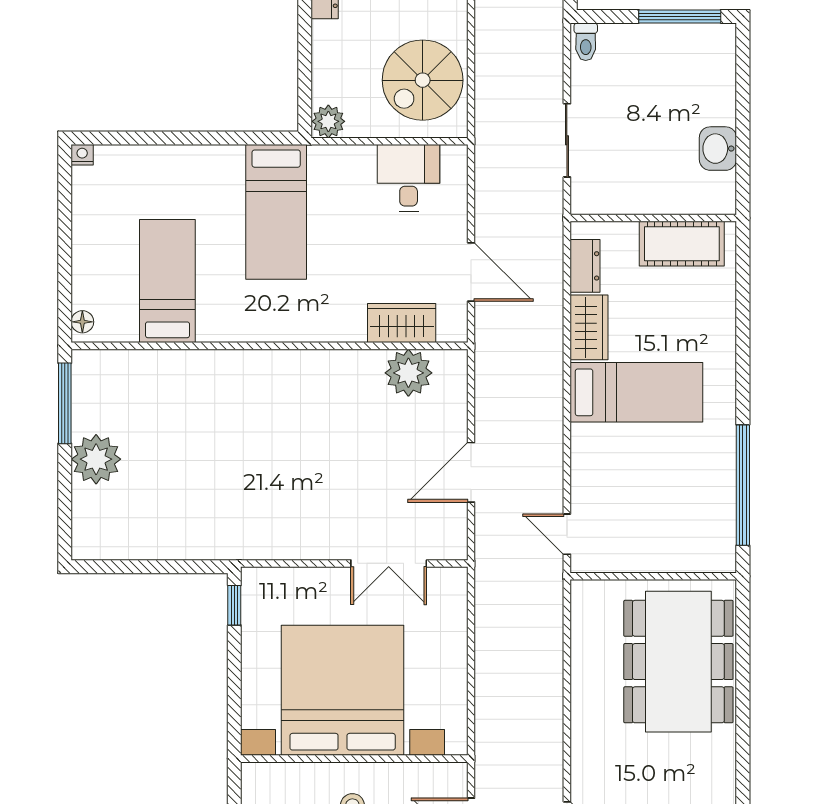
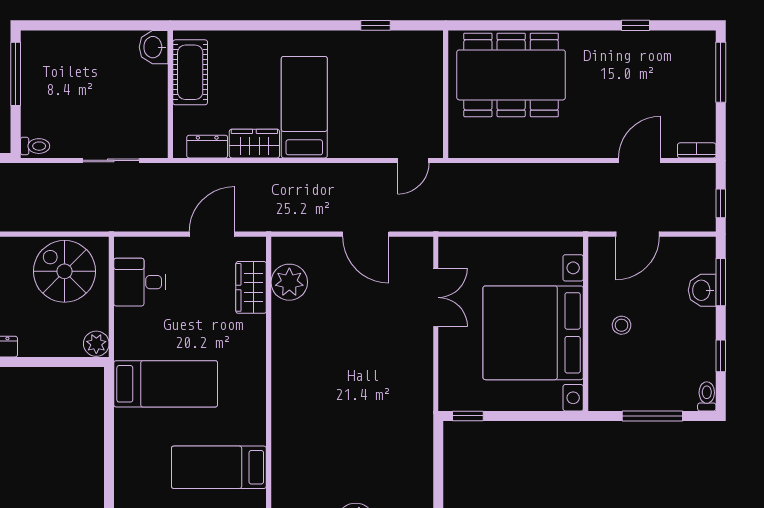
spiral stairs: (423, 80) -> (64, 271), turned 180
washbasin: (718, 149) -> (154, 47), moved, turned 90
window: (743, 485) -> (376, 25), width x0.32

